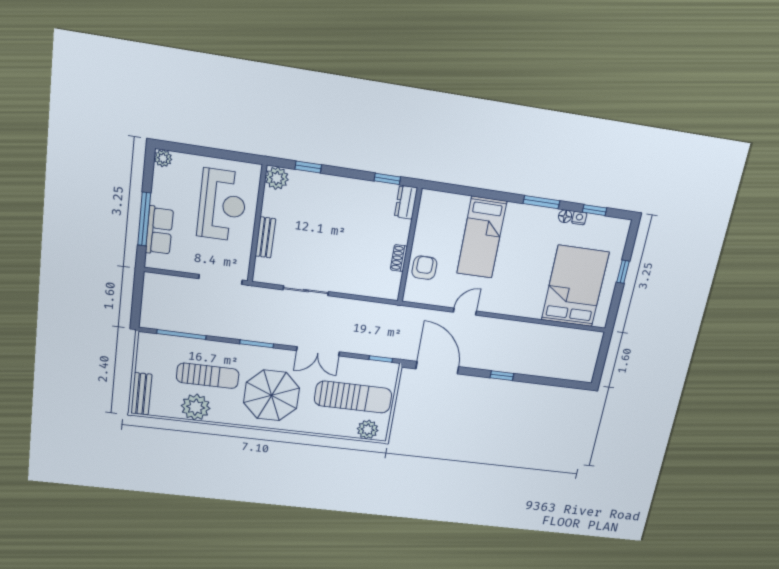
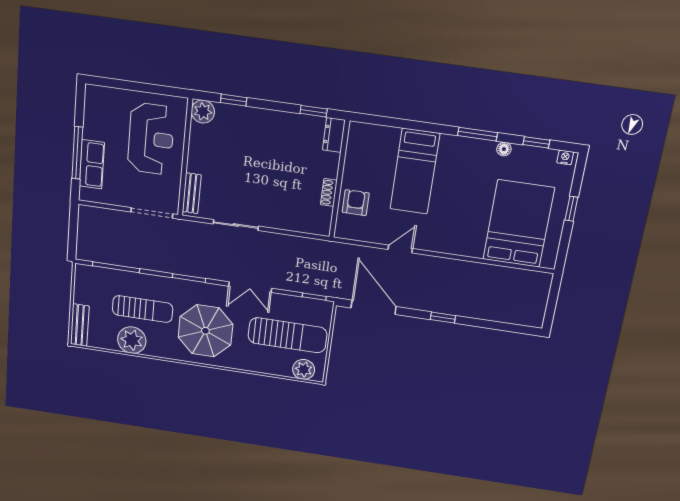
plant: (163, 158) -> (93, 93), removed
nightstand: (579, 218) -> (565, 157), moved
bench: (265, 237) -> (192, 193), moved

